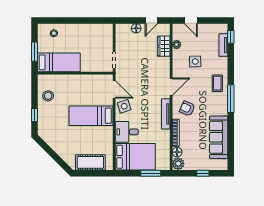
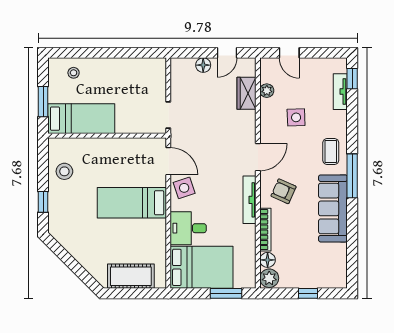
sofa: (219, 137) -> (333, 208), moved

